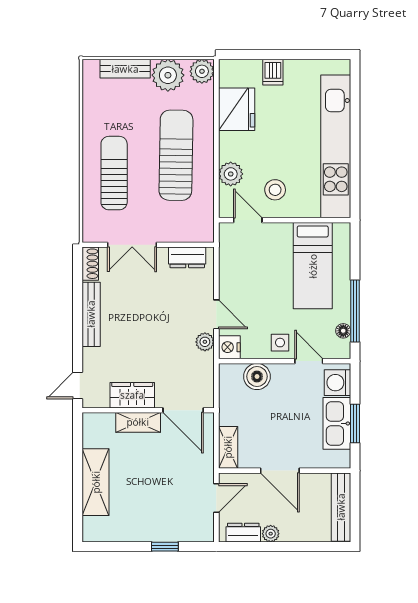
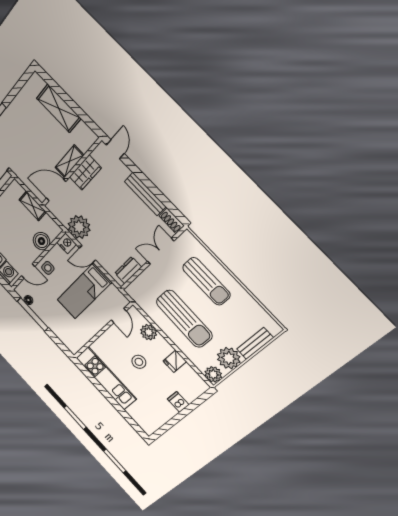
fridge: (237, 109) -> (175, 361), width x0.53, depth x0.75
kitchen unit: (336, 146) -> (106, 378), width x0.73
stool: (275, 190) -> (139, 362), moved
door: (248, 220) -> (119, 316), hinge flipped
bed: (313, 266) -> (84, 291), moved, turned -90
plant: (205, 342) -> (79, 227), width x1.88, depth x1.88
shelving: (228, 447) -> (33, 206), moved

